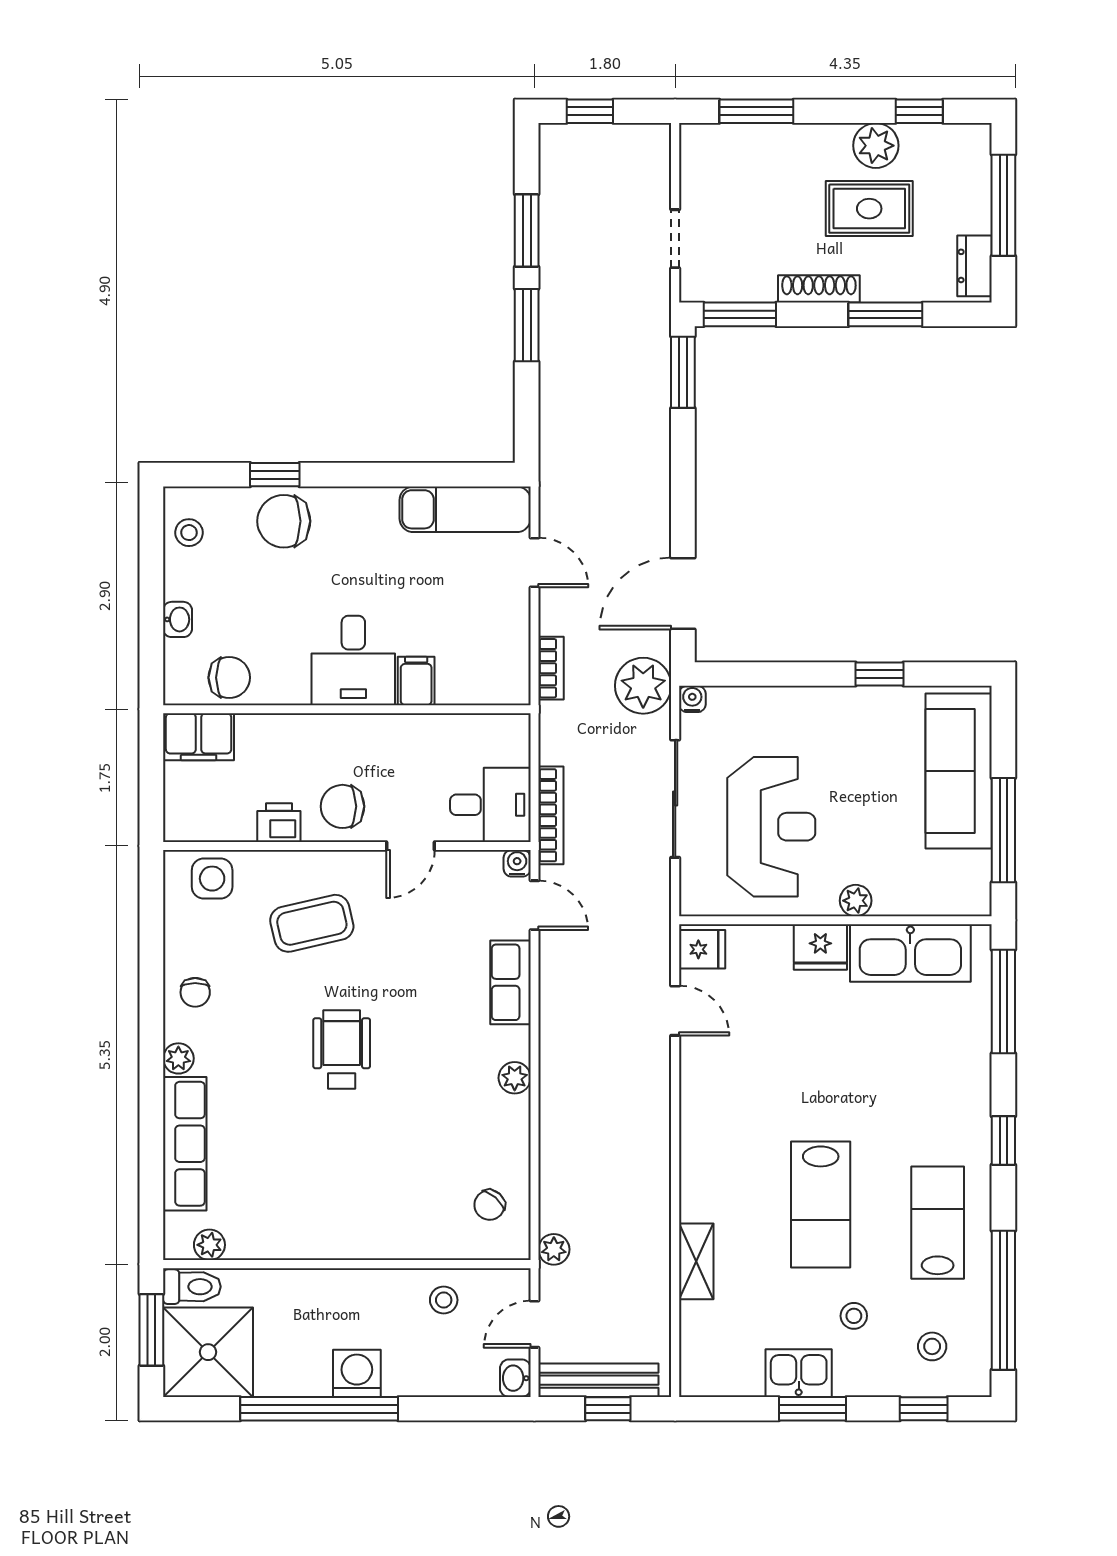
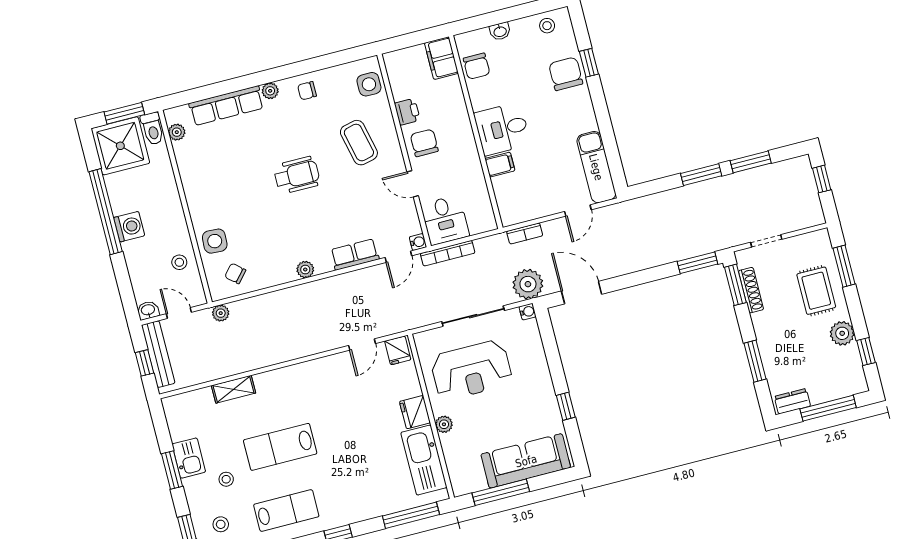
rug: (869, 209) -> (816, 291), moved
shoe rack: (819, 289) -> (751, 290), moved
side table: (422, 1227) -> (215, 241), added

